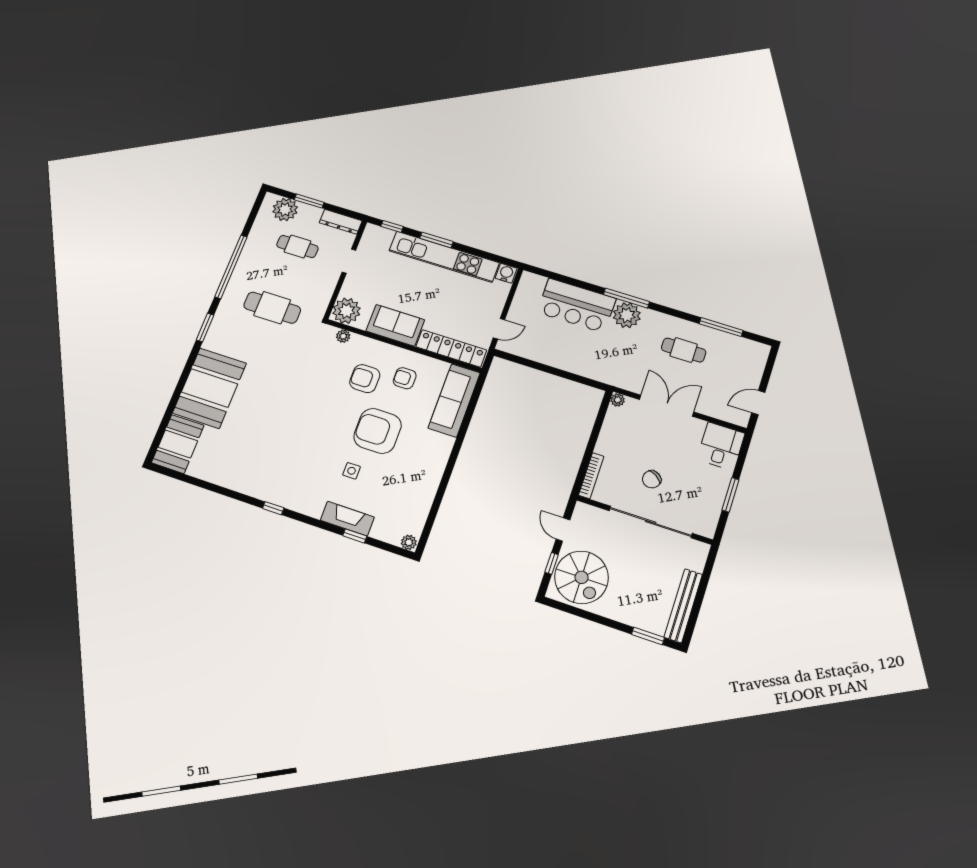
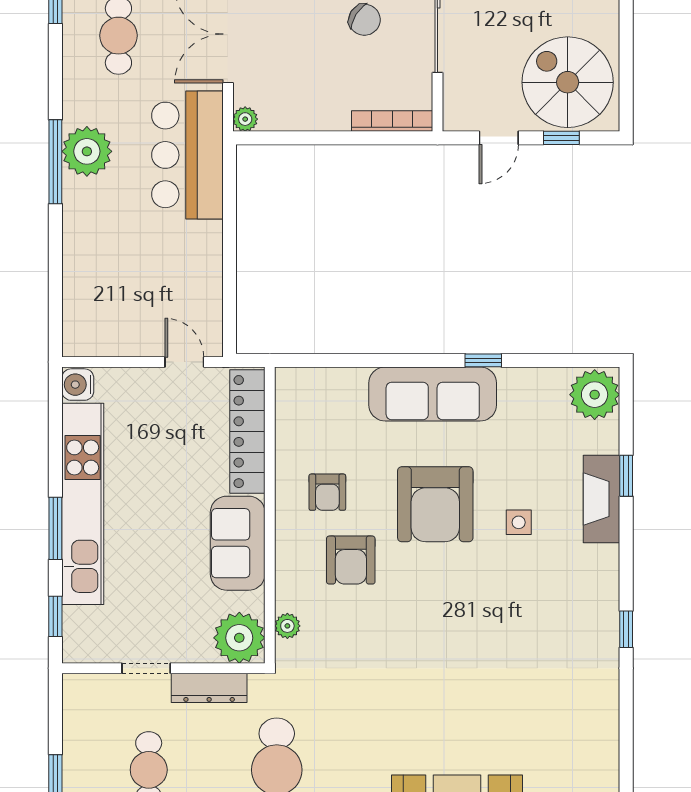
dresser: (341, 222) -> (209, 688), moved, turned 90
bar counter: (576, 305) -> (187, 155), moved, turned 180
sofa: (454, 400) -> (433, 394), moved
window: (445, 481) -> (483, 360), added
plant: (409, 542) -> (595, 395), width x1.87, depth x1.87
spiral stairs: (581, 577) -> (568, 82), turned -90

